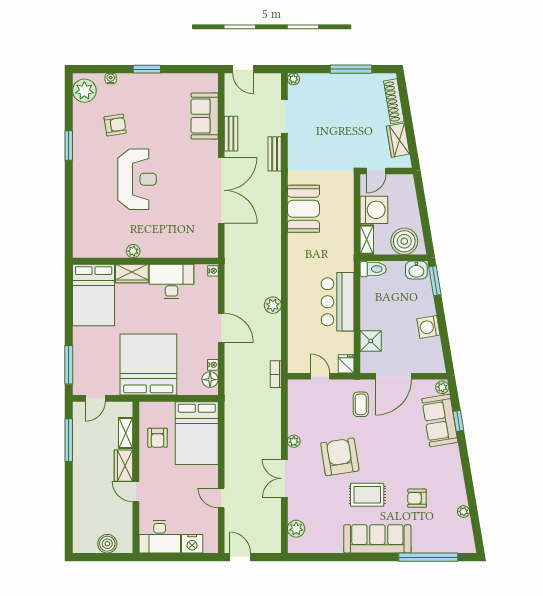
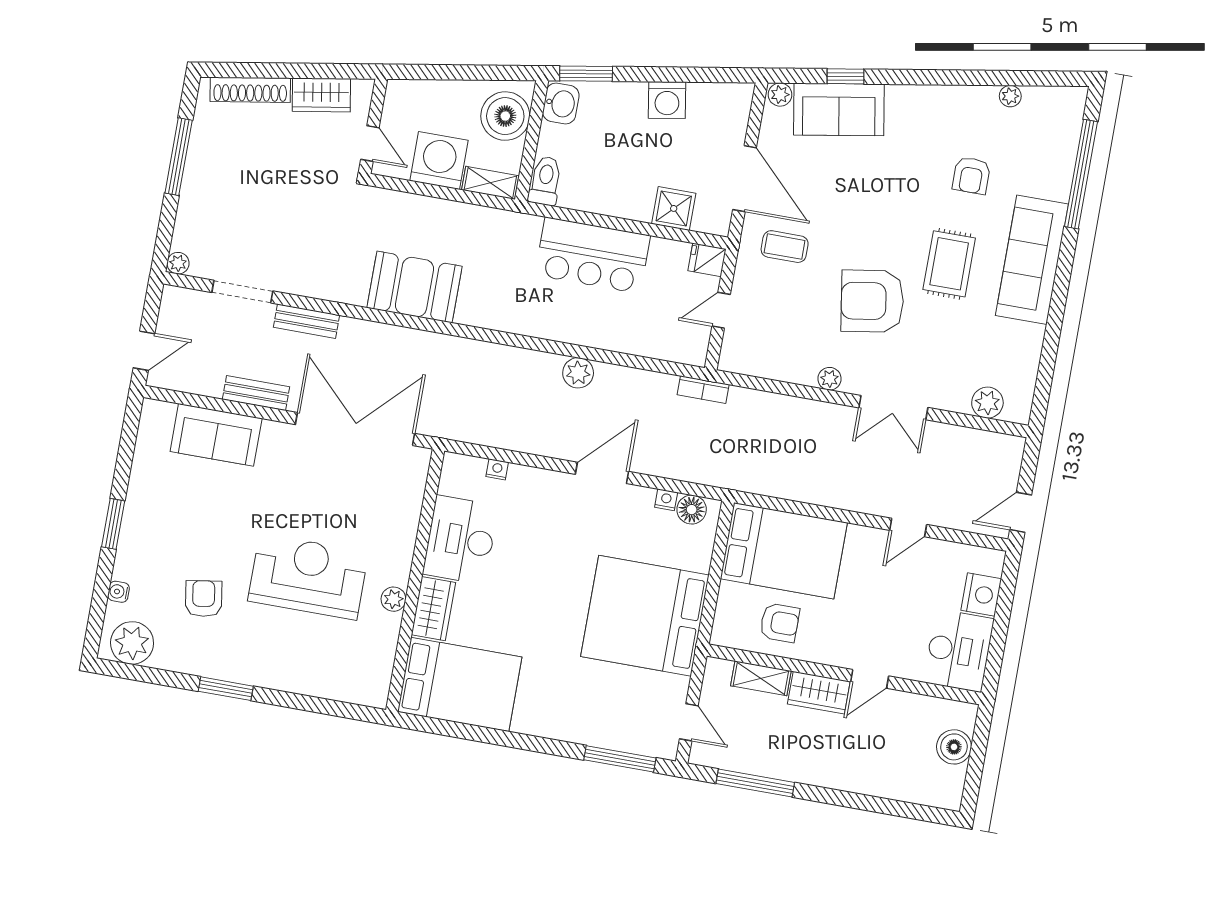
plant: (133, 251) -> (393, 599), moved
wall: (145, 261) -> (415, 580), moved
wardrobe: (132, 274) -> (433, 609), moved
desk: (172, 282) -> (461, 540), moved
bed: (94, 295) -> (460, 684), moved

